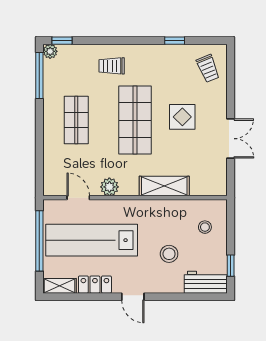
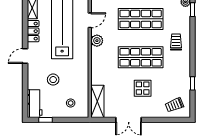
shop shelf: (76, 120) -> (141, 19), width x1.43, depth x1.36
shelving: (164, 186) -> (97, 101), moved

